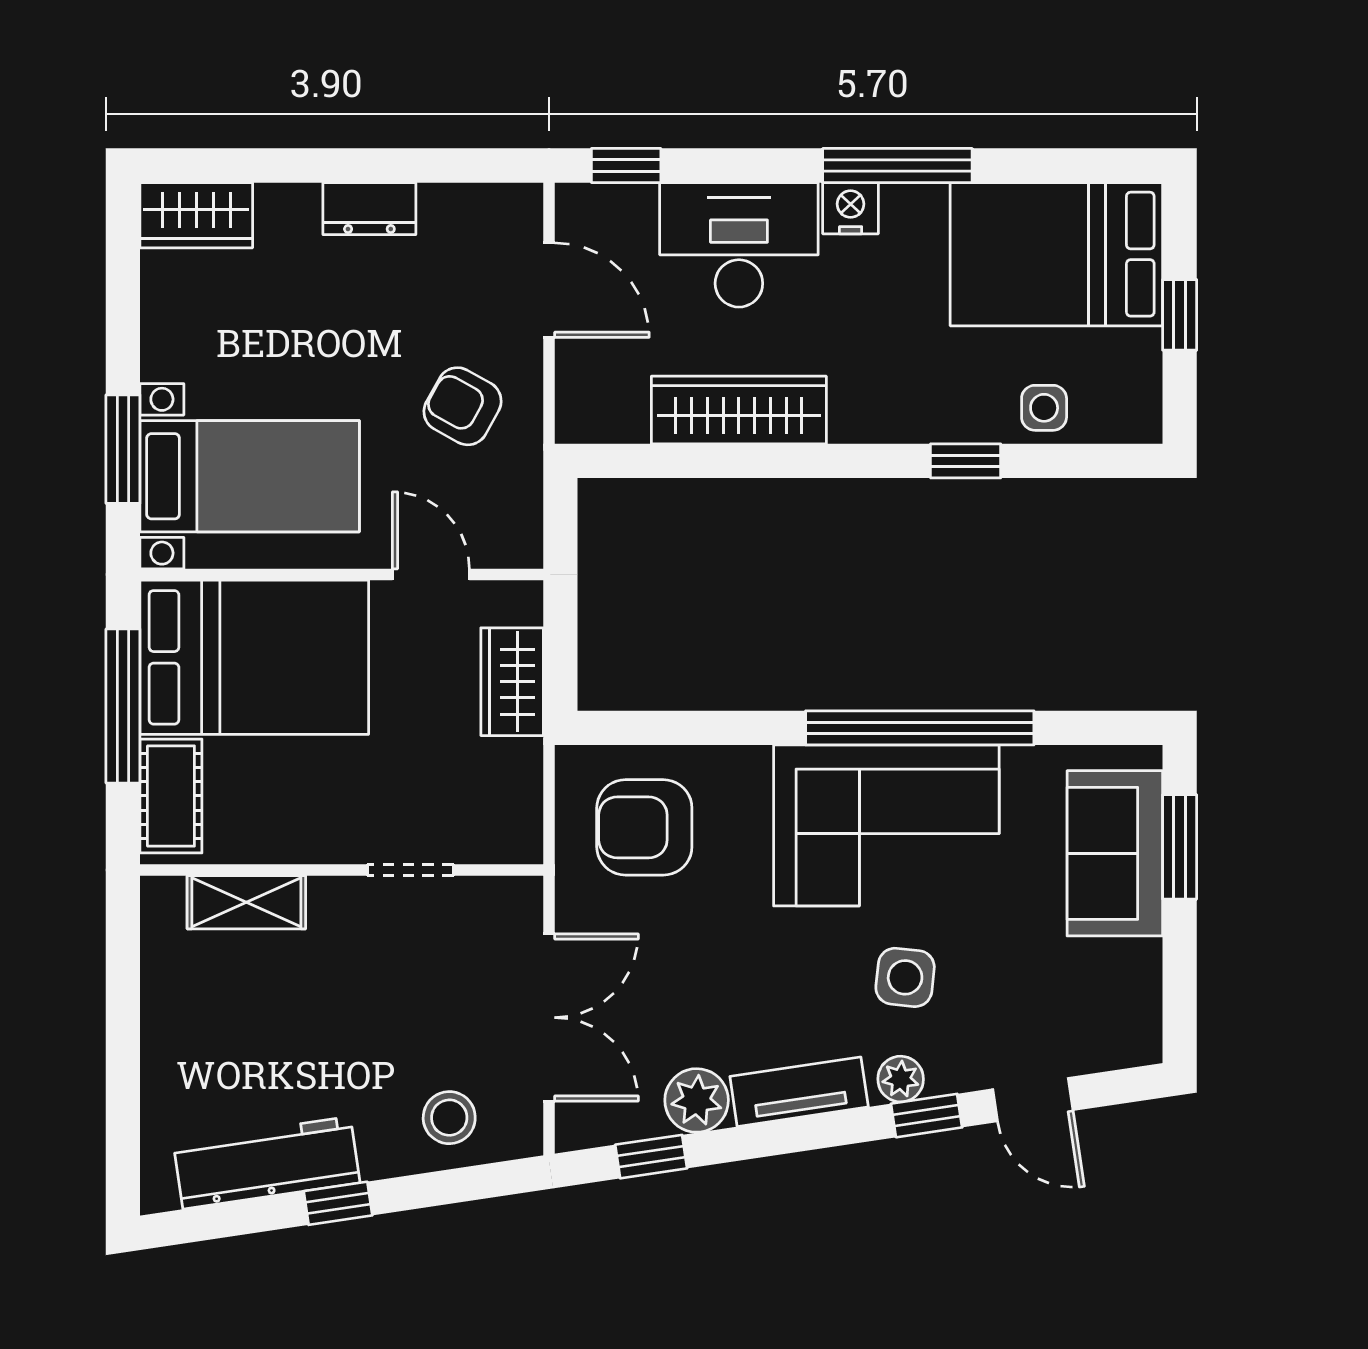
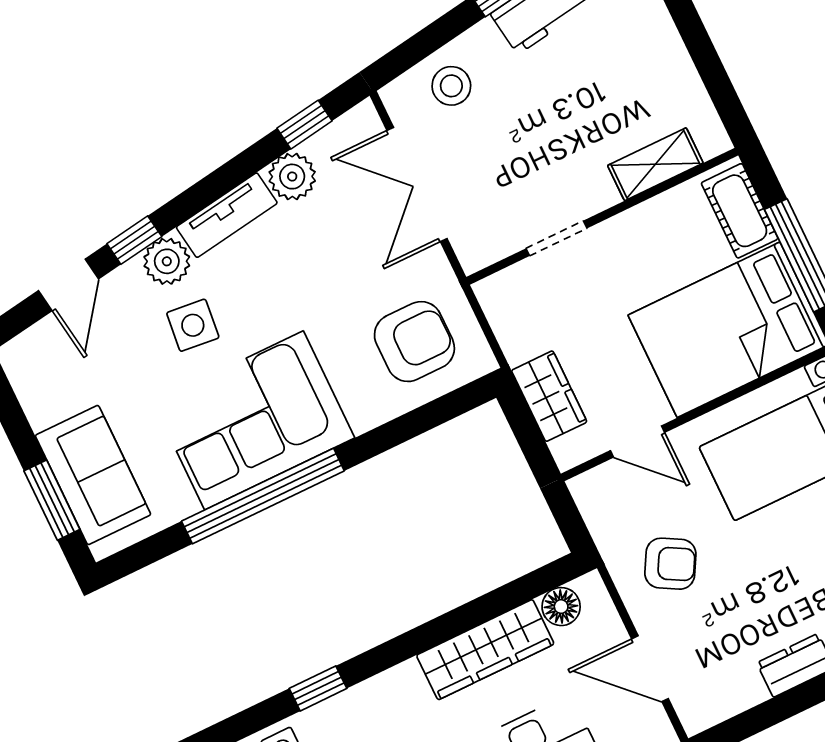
floor lamp: (621, 418) -> (561, 607), added
plant: (901, 1079) -> (167, 261), width x1.38, depth x1.38
door: (1033, 1100) -> (69, 285), swing flipped

